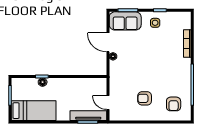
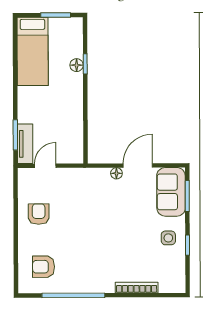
armchair: (145, 98) -> (39, 214), moved
tv unit: (88, 116) -> (25, 144), width x0.71

